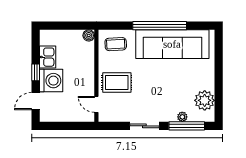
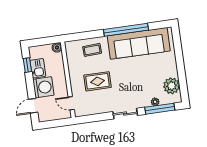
boiler: (89, 35) -> (57, 48), moved
window: (36, 72) -> (27, 65), moved
wall: (96, 76) -> (68, 80), moved
door: (96, 104) -> (71, 103), moved

